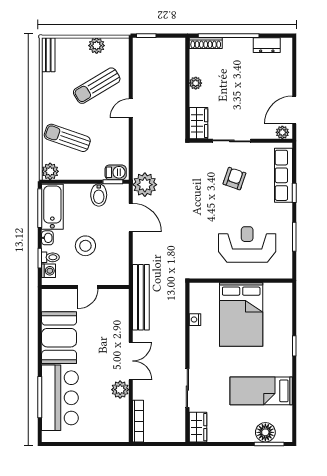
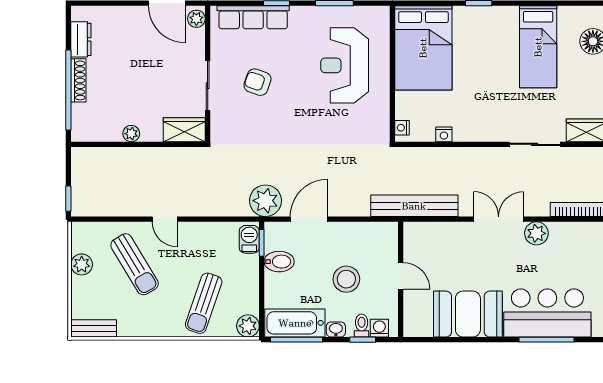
shoe rack: (206, 43) -> (78, 80), moved
nightstand: (200, 288) -> (402, 128), added
bed: (241, 314) -> (423, 48), moved, turned 90

